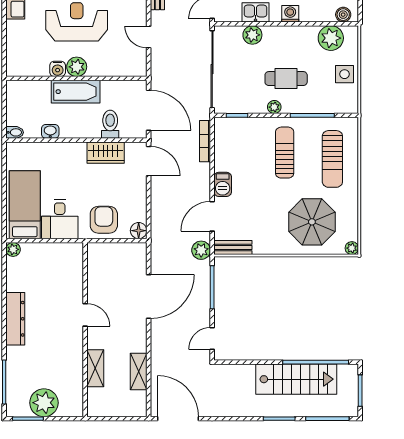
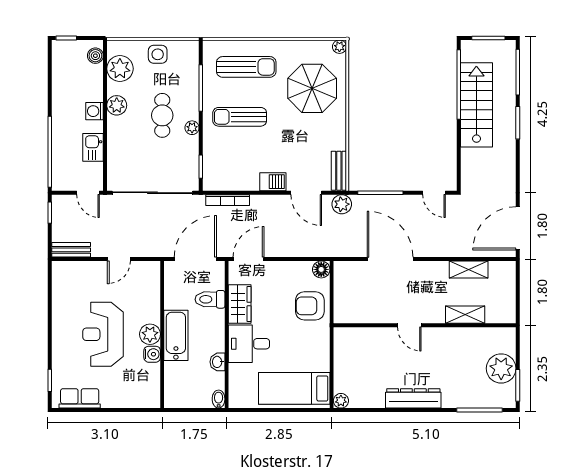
plant: (252, 35) -> (117, 105), moved
desk: (60, 219) -> (249, 344), moved, turned 180
door: (85, 315) -> (409, 325), swing flipped

